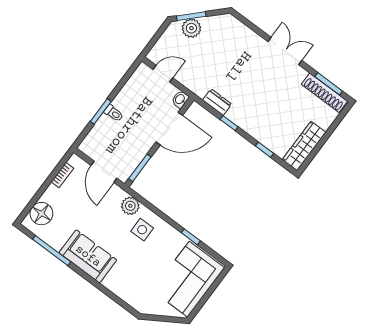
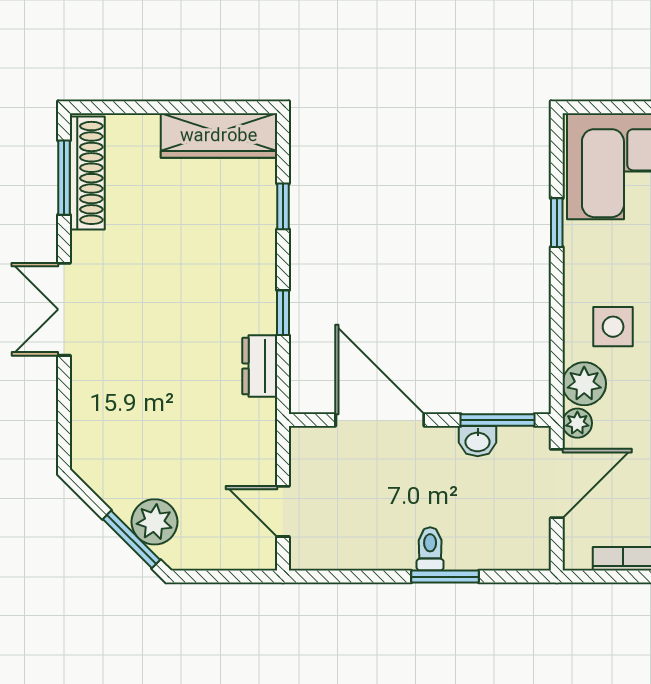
washbasin: (180, 99) -> (478, 441), moved
plant: (119, 194) -> (577, 423), added

